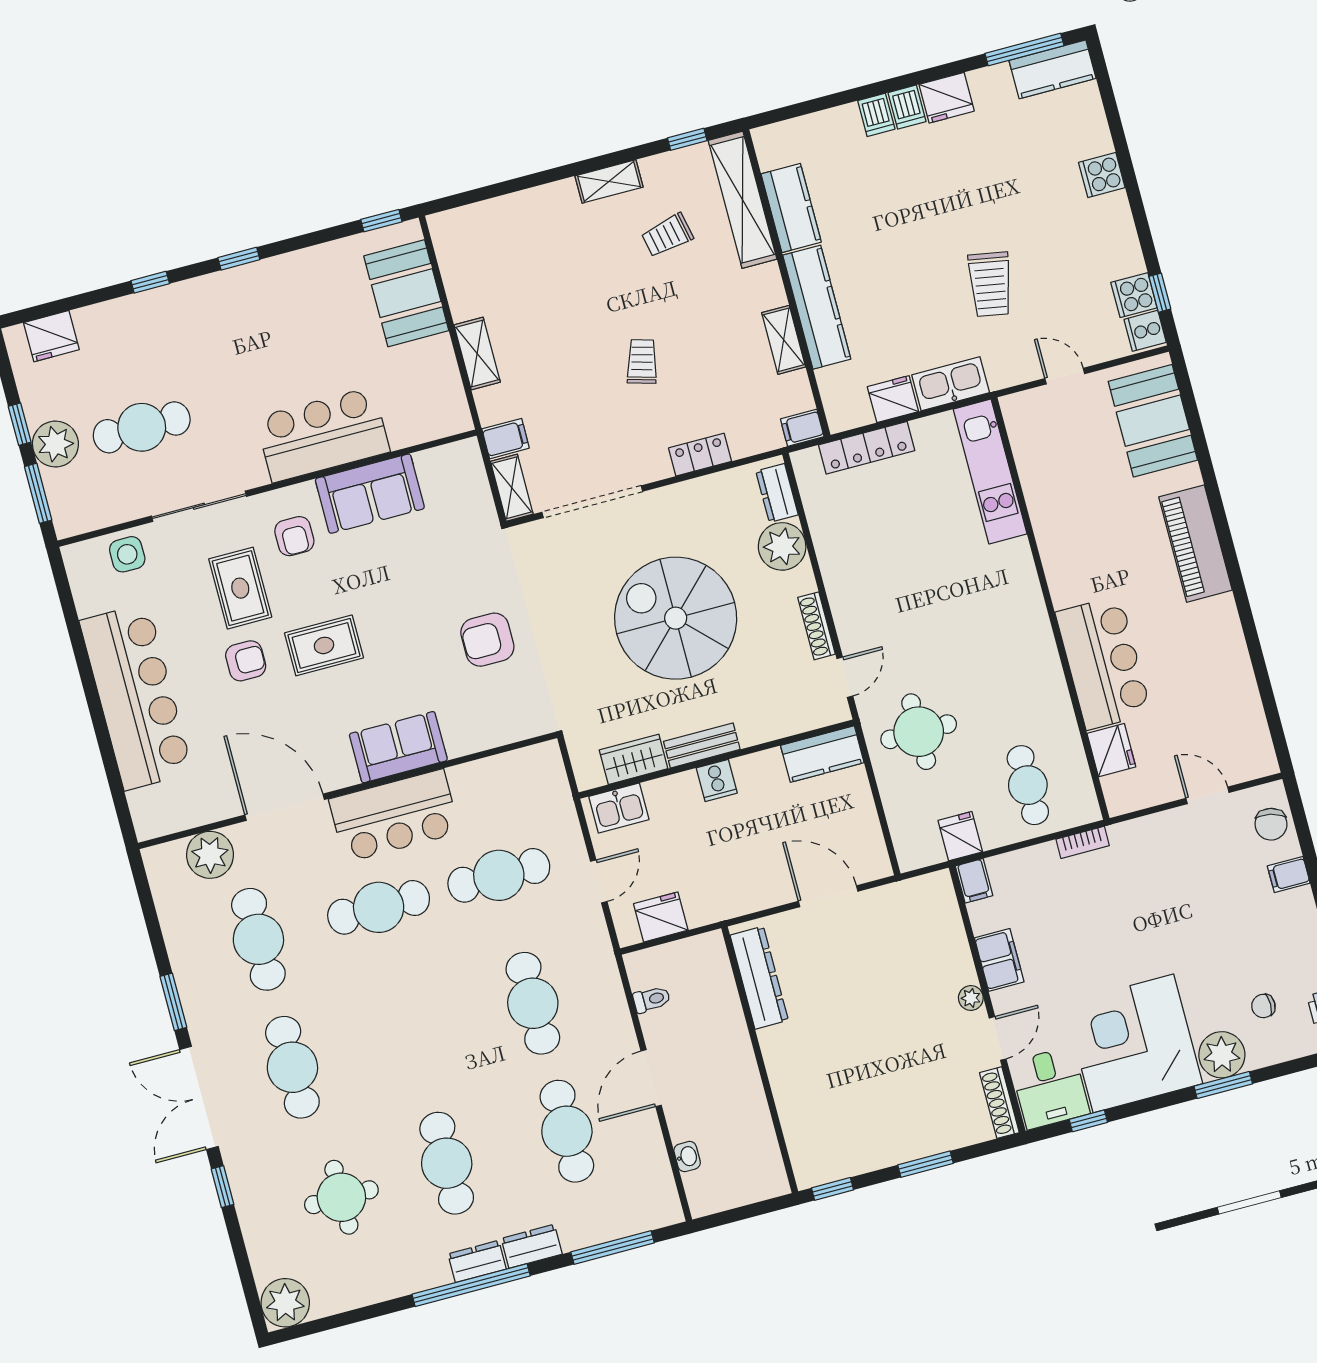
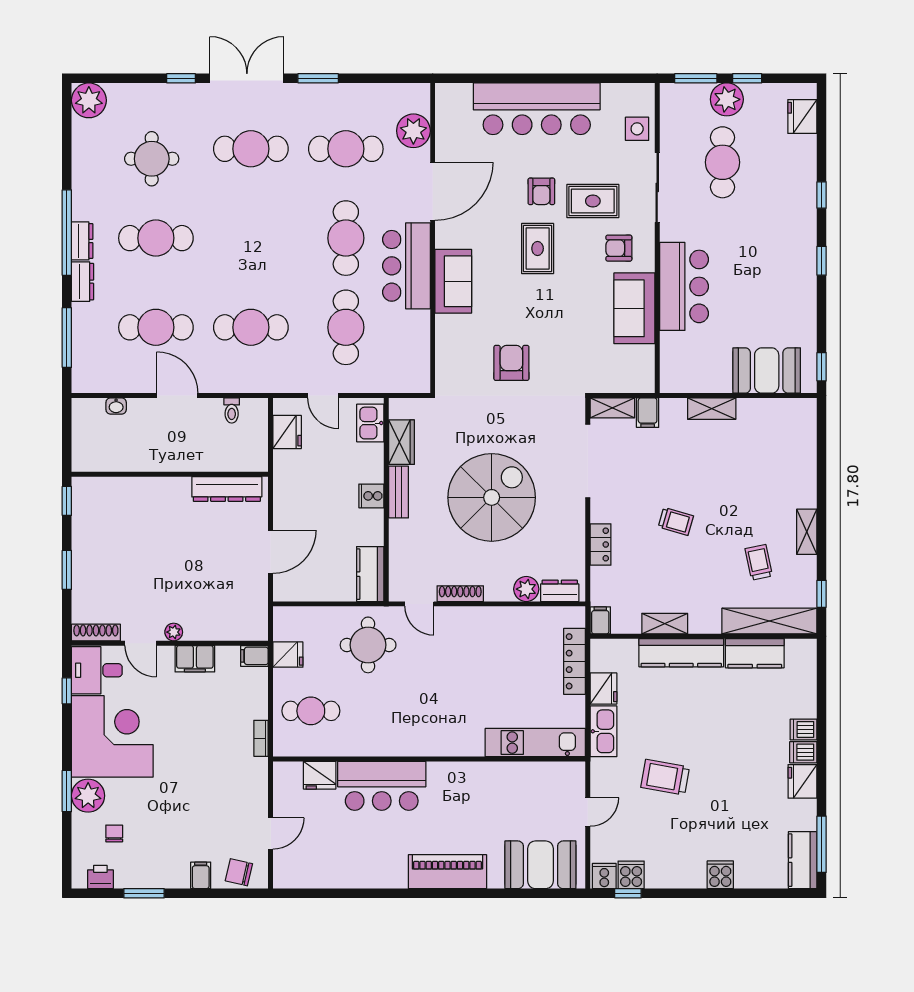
plant: (782, 546) -> (526, 589), width x0.73, depth x0.73

